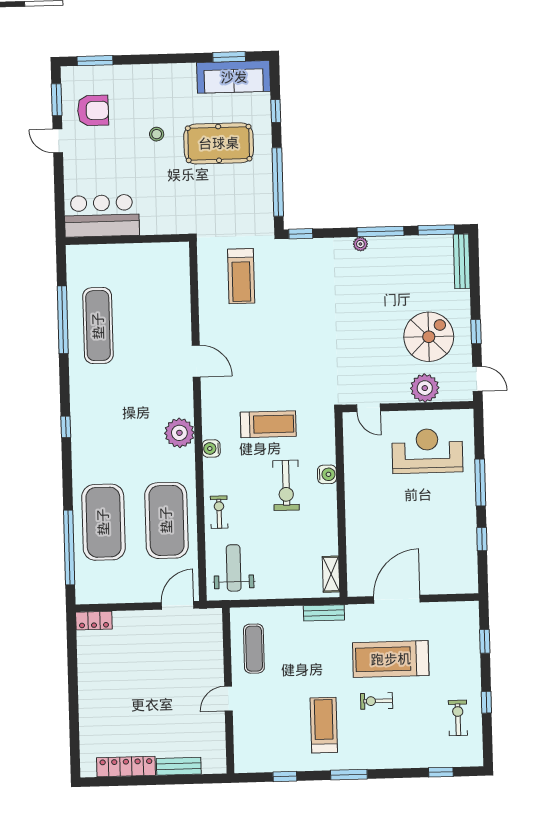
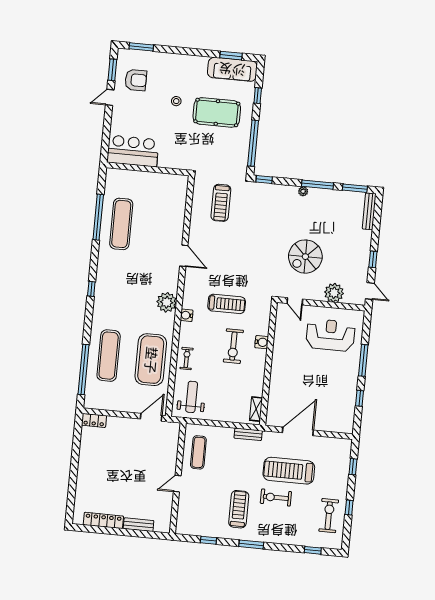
door: (58, 141) -> (110, 97), hinge flipped
spiral stairs: (429, 337) -> (305, 257), moved, turned 180
exercise mat: (103, 522) -> (109, 356), width x0.68
exercise bike: (377, 701) -> (276, 497), width x1.38, depth x1.39
exercise bike: (458, 718) -> (329, 516), width x1.38, depth x1.39

